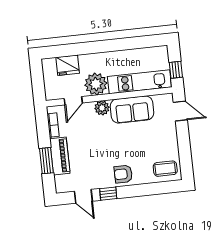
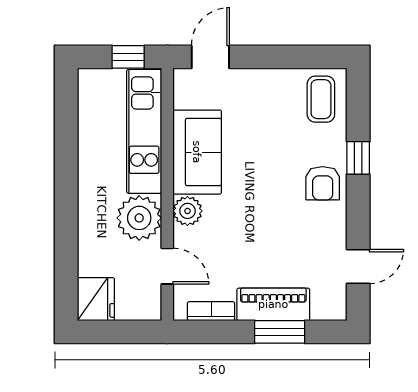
fridge: (68, 65) -> (96, 299), moved
window: (108, 194) -> (358, 158), moved

